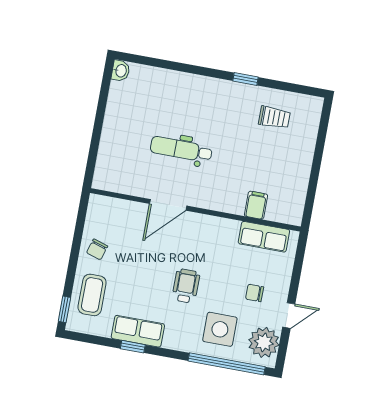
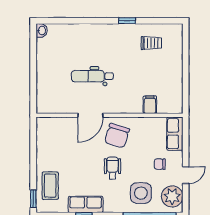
row of seats: (264, 237) -> (175, 134), moved, turned 90
chair: (97, 249) -> (117, 136), moved, width x1.87, depth x1.87

